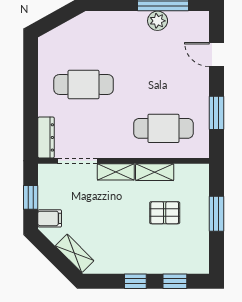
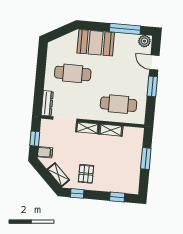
plant: (158, 21) -> (144, 41), moved
booth: (117, 31) -> (96, 43), added
window: (216, 113) -> (152, 86), moved
pallet: (165, 213) -> (86, 174), moved, turned 90
window: (135, 281) -> (77, 193), moved

